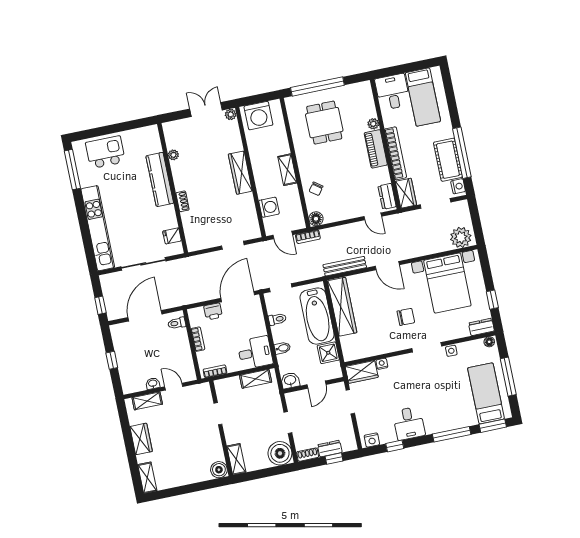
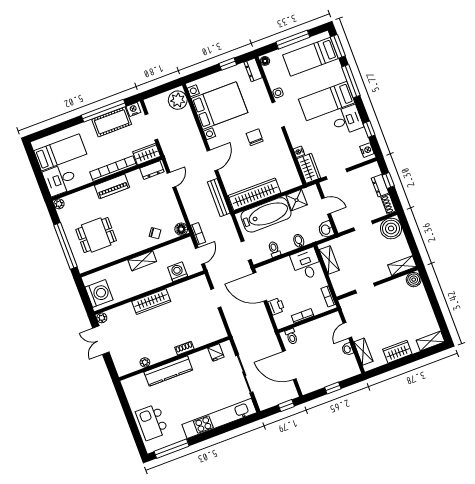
plant: (373, 124) -> (59, 204), moved
bed: (434, 404) -> (327, 101), added

